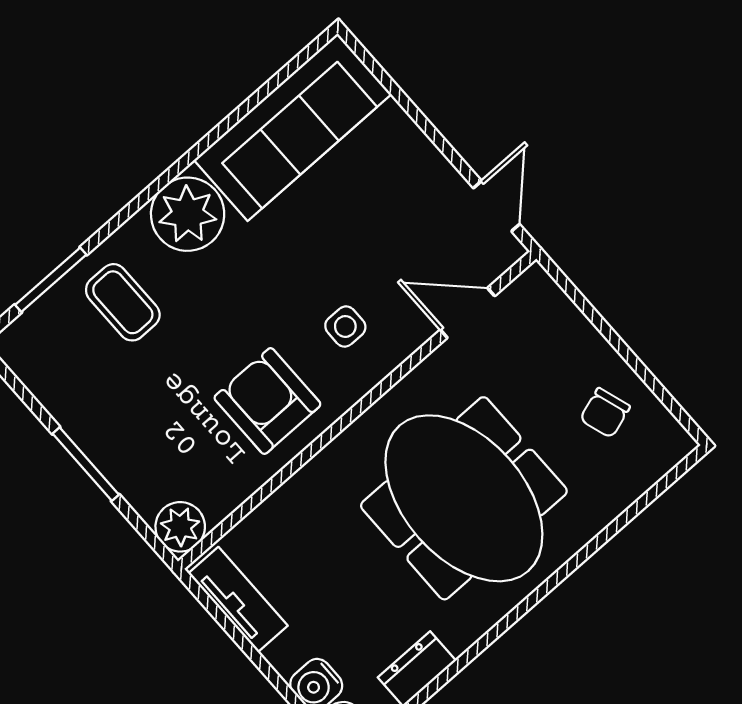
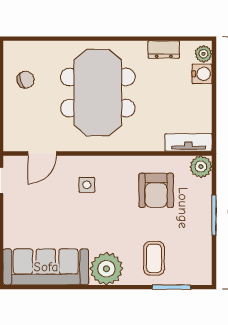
door: (467, 313) -> (42, 153), hinge flipped
armchair: (267, 401) -> (156, 190), moved
tv unit: (238, 599) -> (188, 142), moved, turned 90

